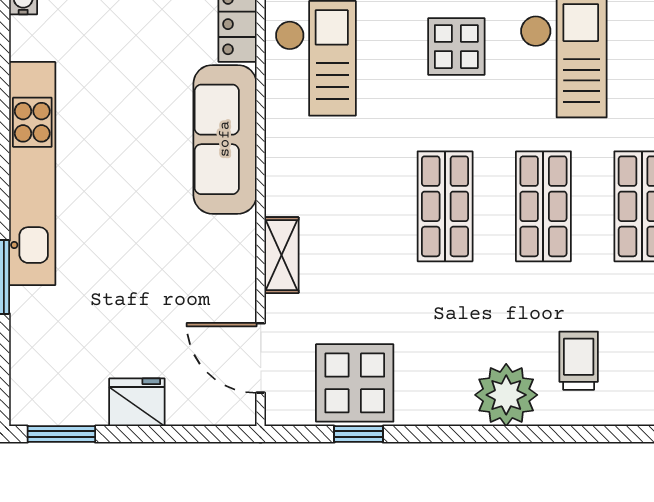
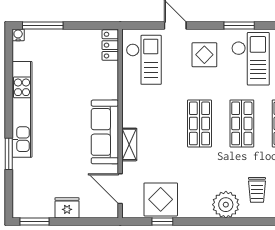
sofa: (225, 139) -> (105, 132), moved
trolley: (579, 361) -> (257, 190), turned 180

